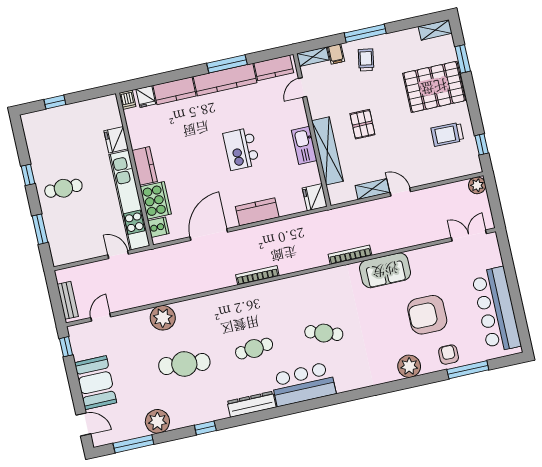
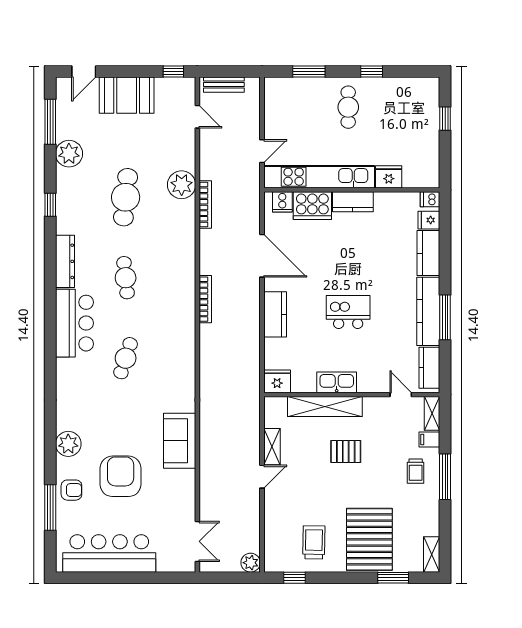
trolley: (366, 60) -> (416, 471), turned 80
bookcase: (350, 255) -> (205, 205), moved

